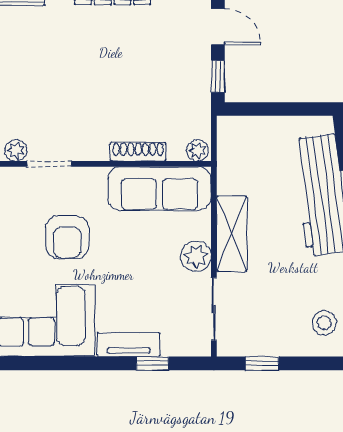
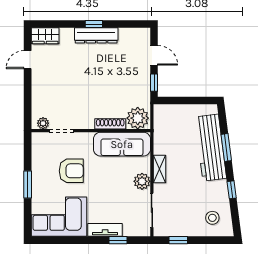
plant: (198, 150) -> (138, 118), width x1.87, depth x1.87
shelving: (232, 234) -> (160, 169), width x0.67, depth x0.75
armchair: (67, 237) -> (71, 171), turned -90

